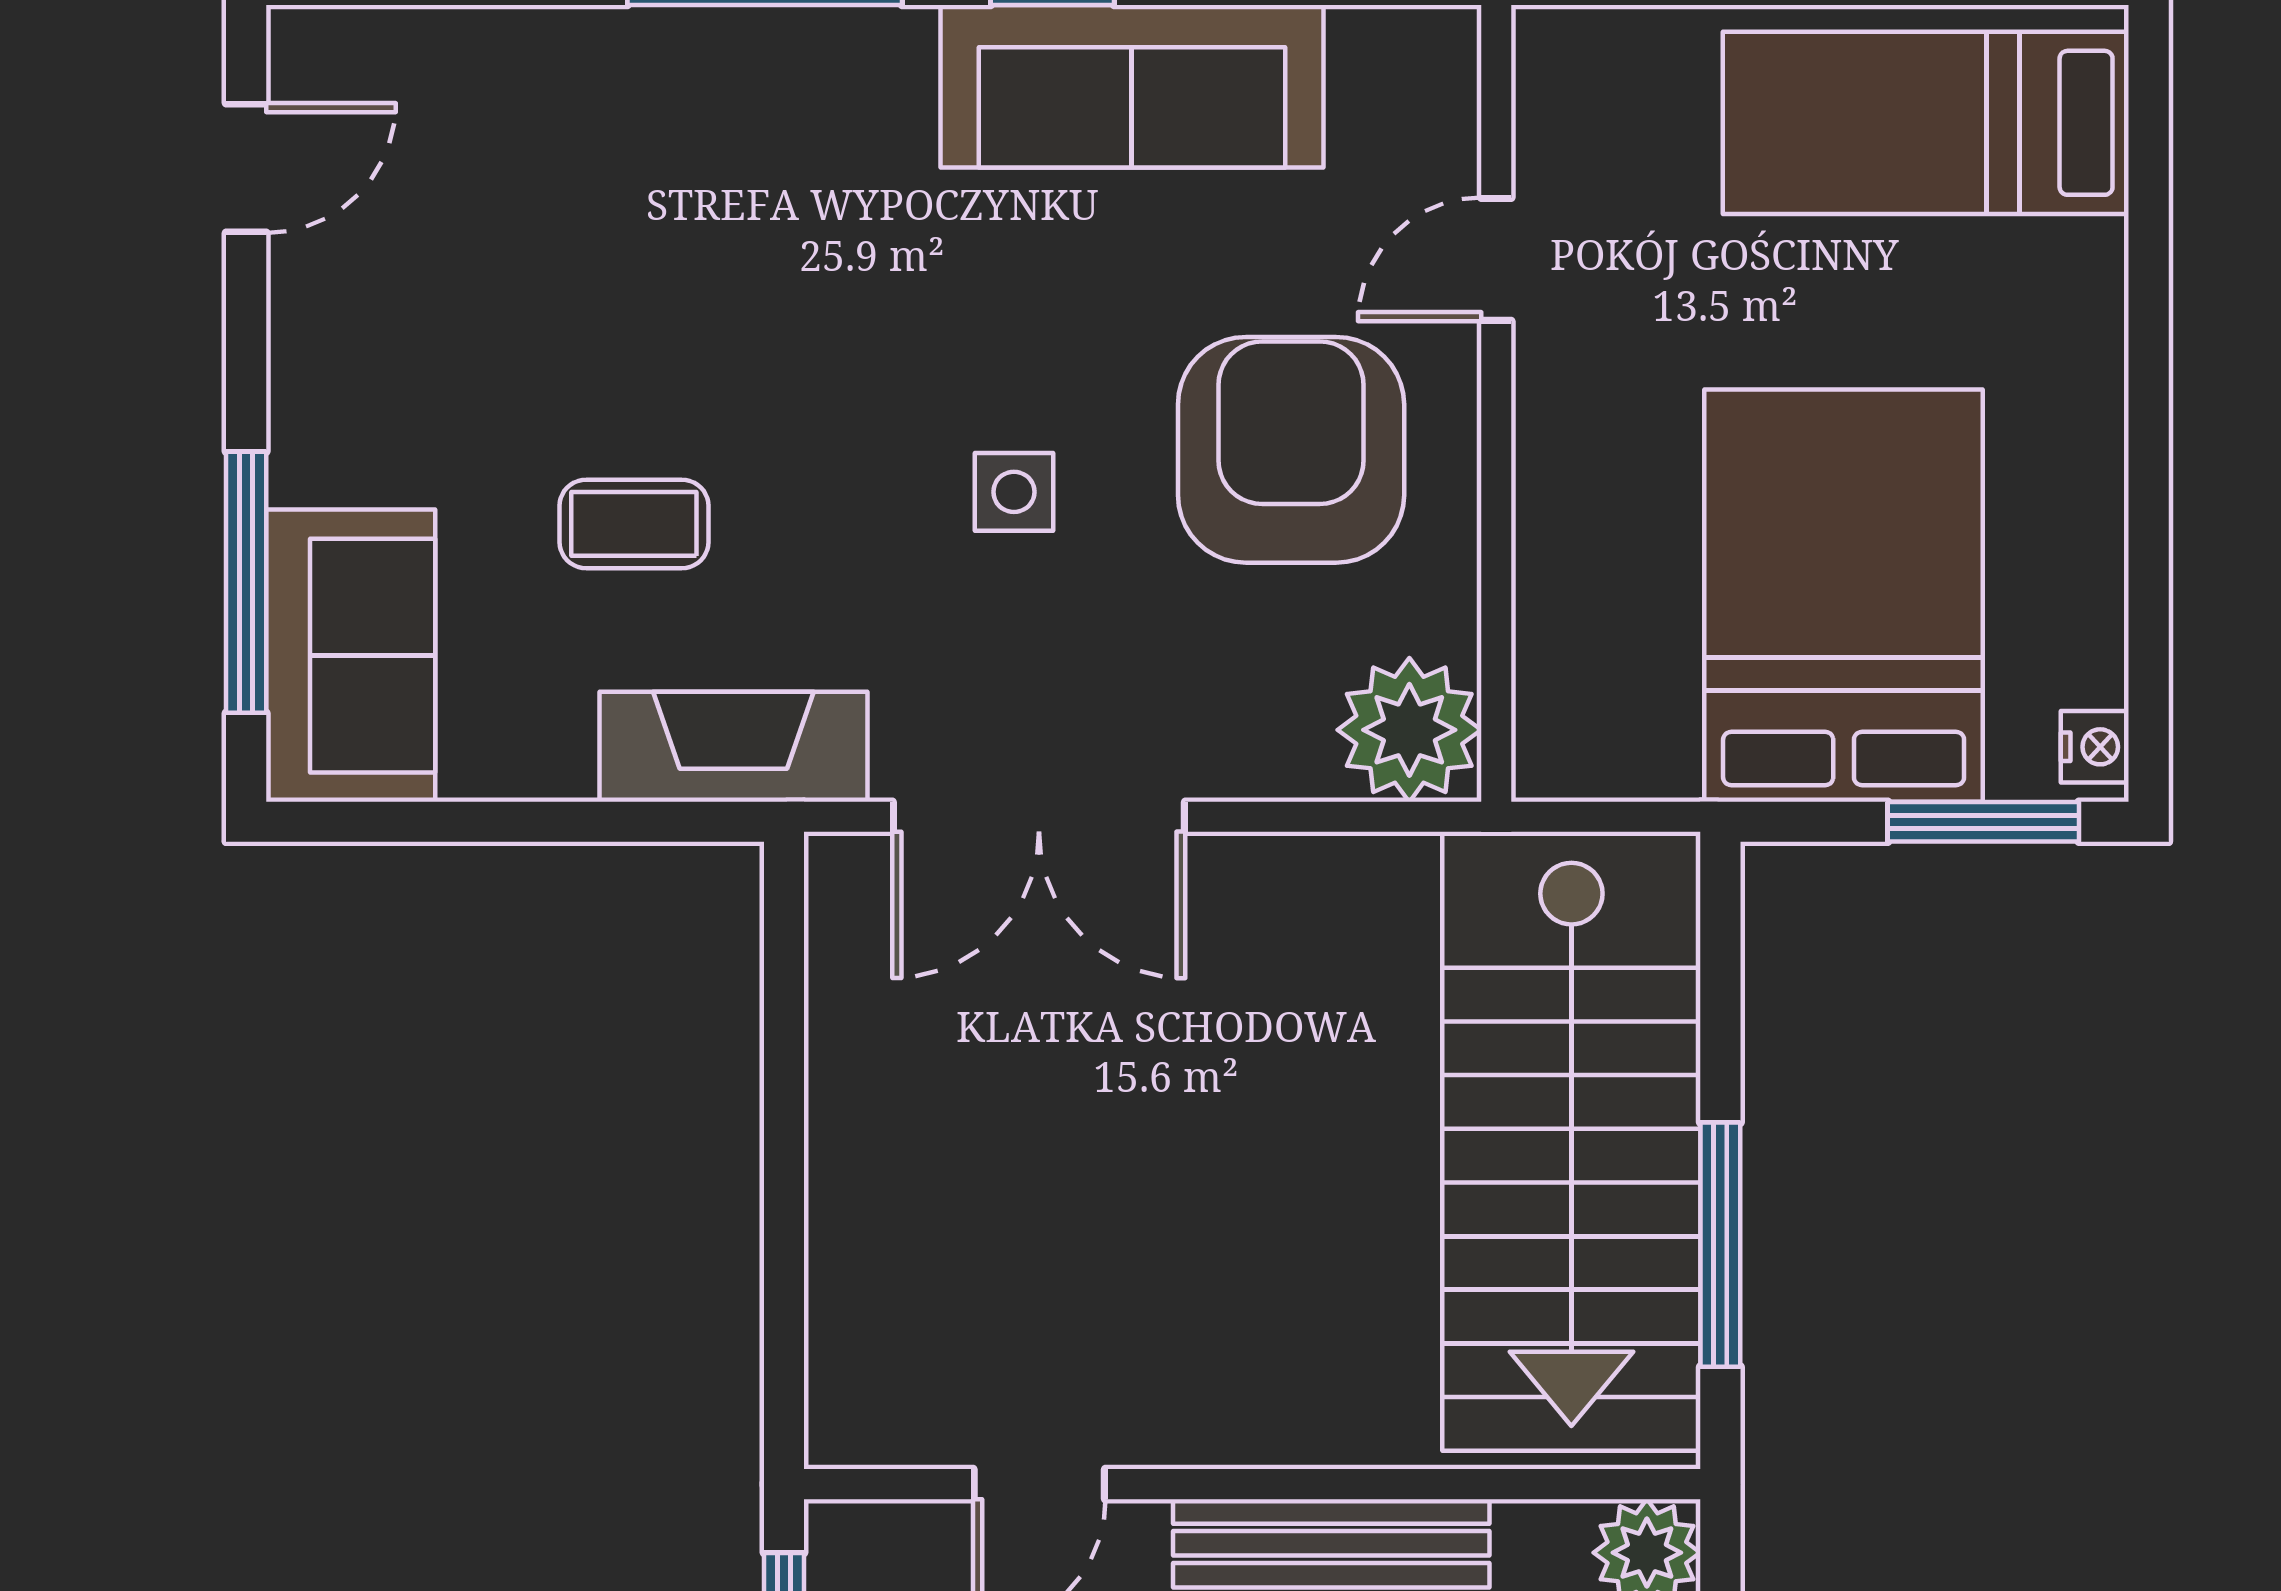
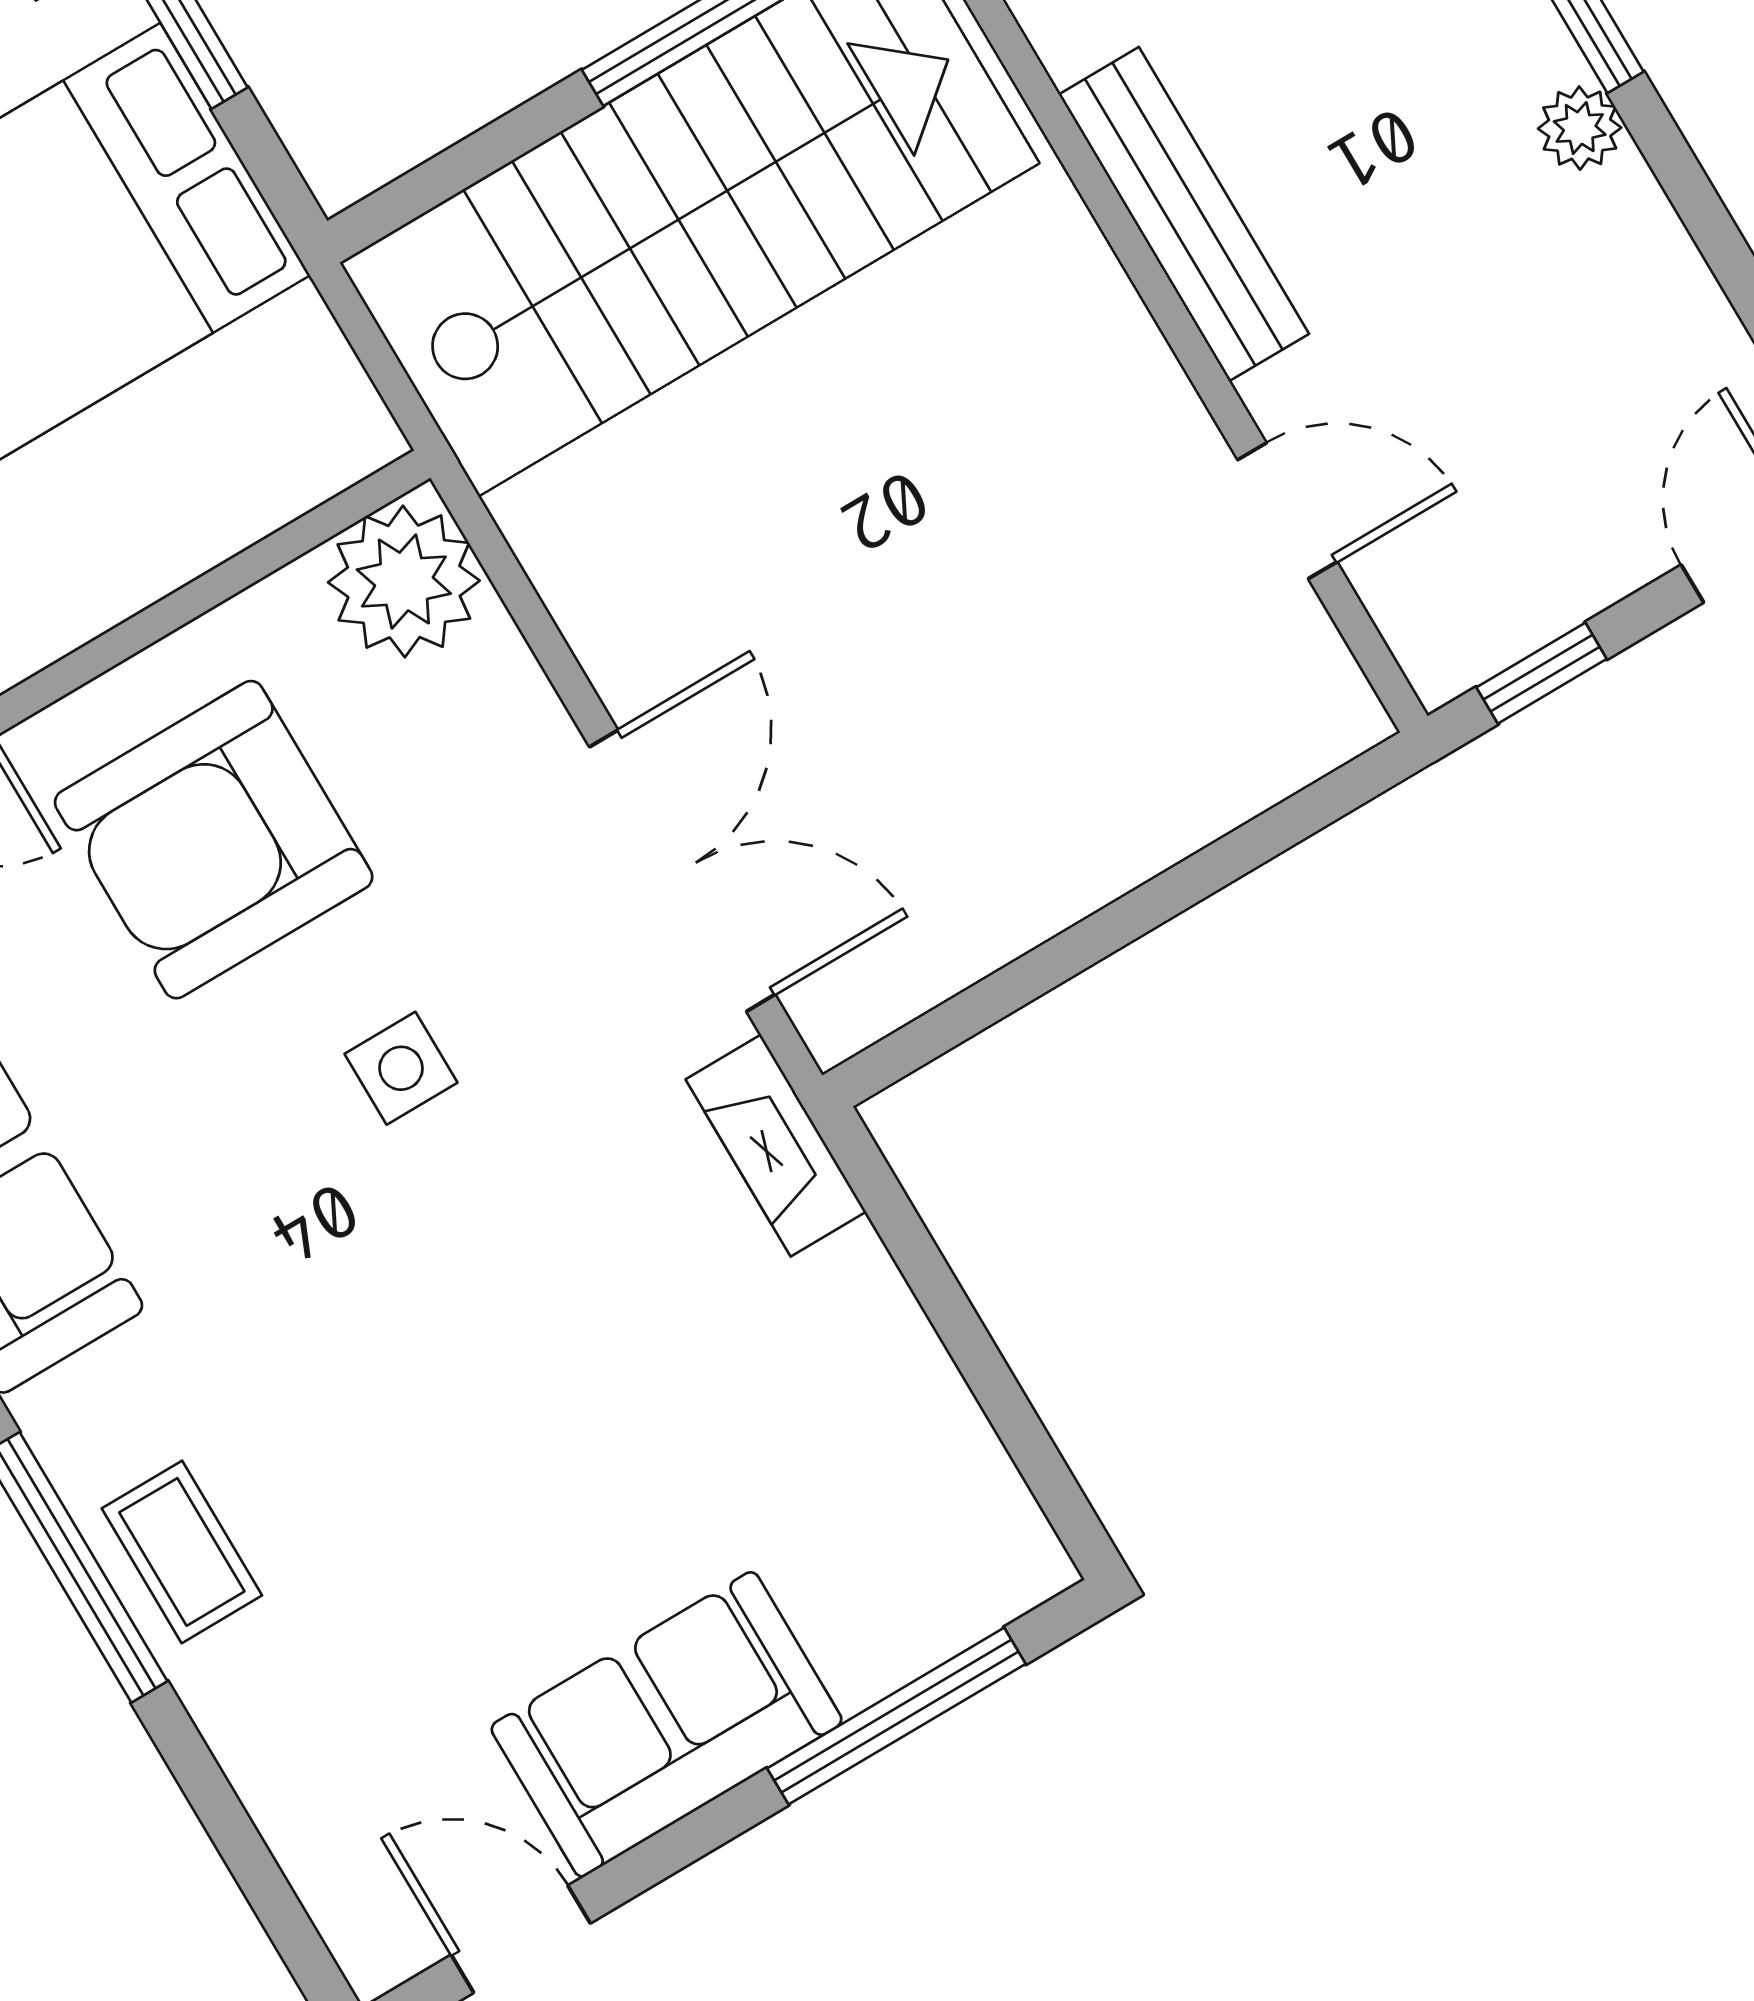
coffee table: (634, 524) -> (182, 1552), moved
sofa: (351, 656) -> (667, 1724), moved
fireplace: (733, 747) -> (776, 1146), width x0.73, depth x0.76

